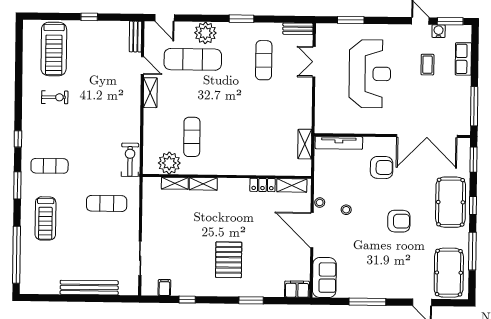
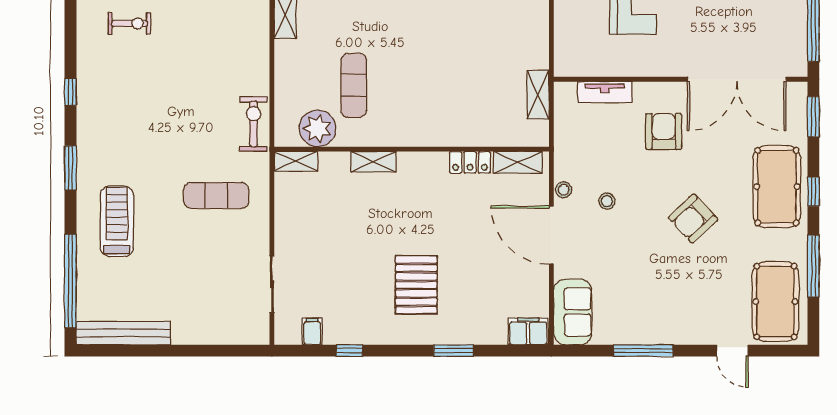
tv unit: (339, 143) -> (605, 92), width x0.71
exercise mat: (50, 166) -> (122, 135), removed
armchair: (382, 167) -> (664, 131), turned -90
shelving: (175, 183) -> (296, 161), moved
treadmill: (45, 218) -> (117, 221), turned 180
armchair: (399, 221) -> (693, 218), turned 137
bench: (89, 288) -> (123, 333), moved

